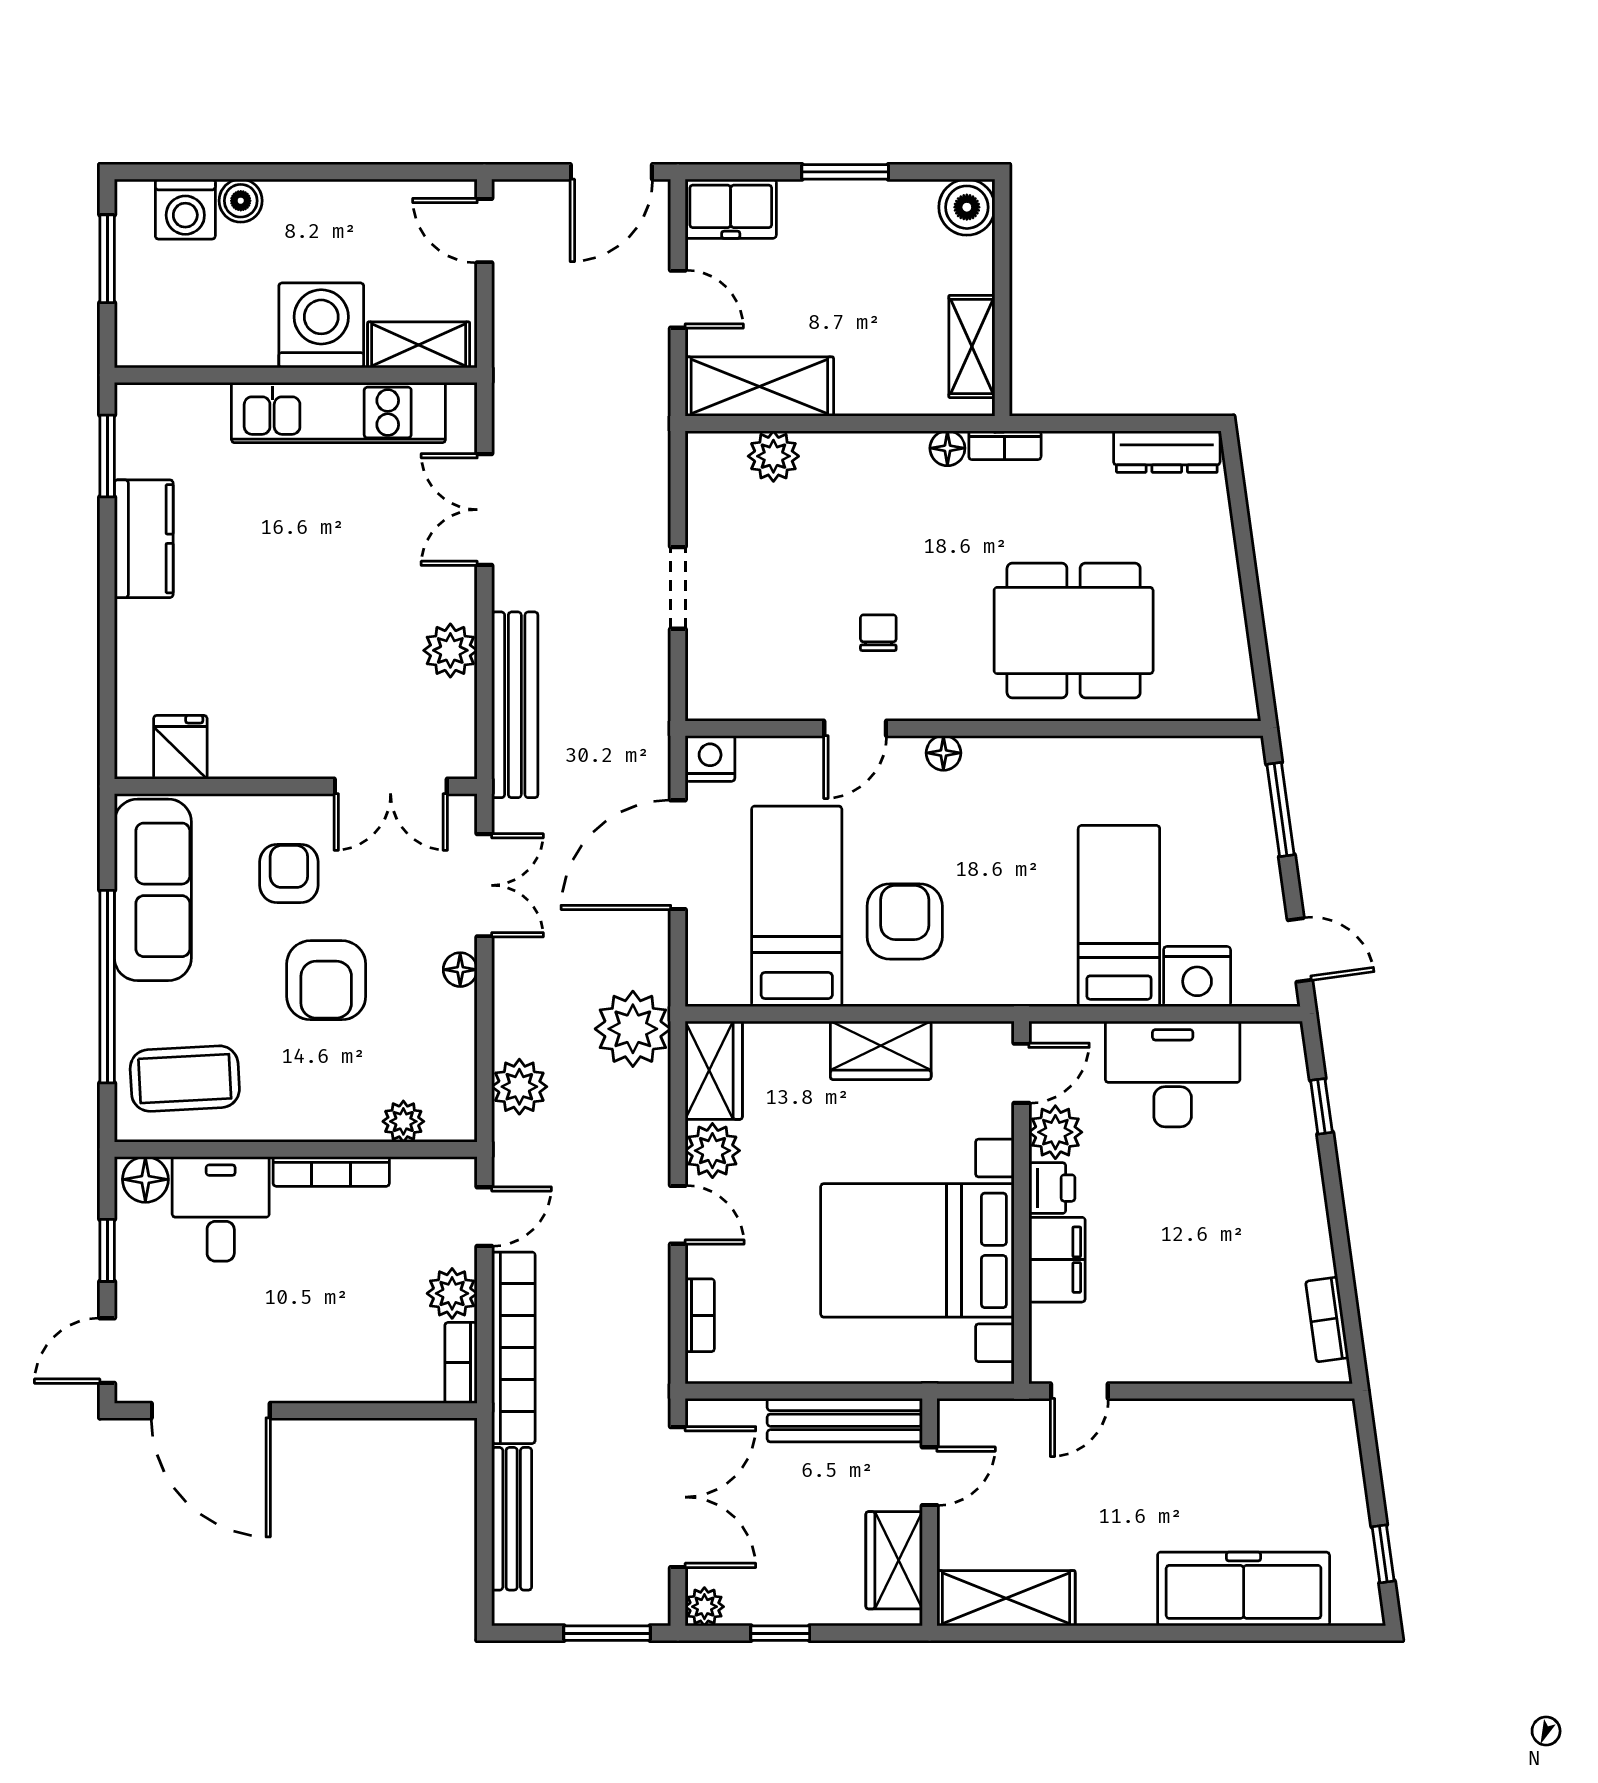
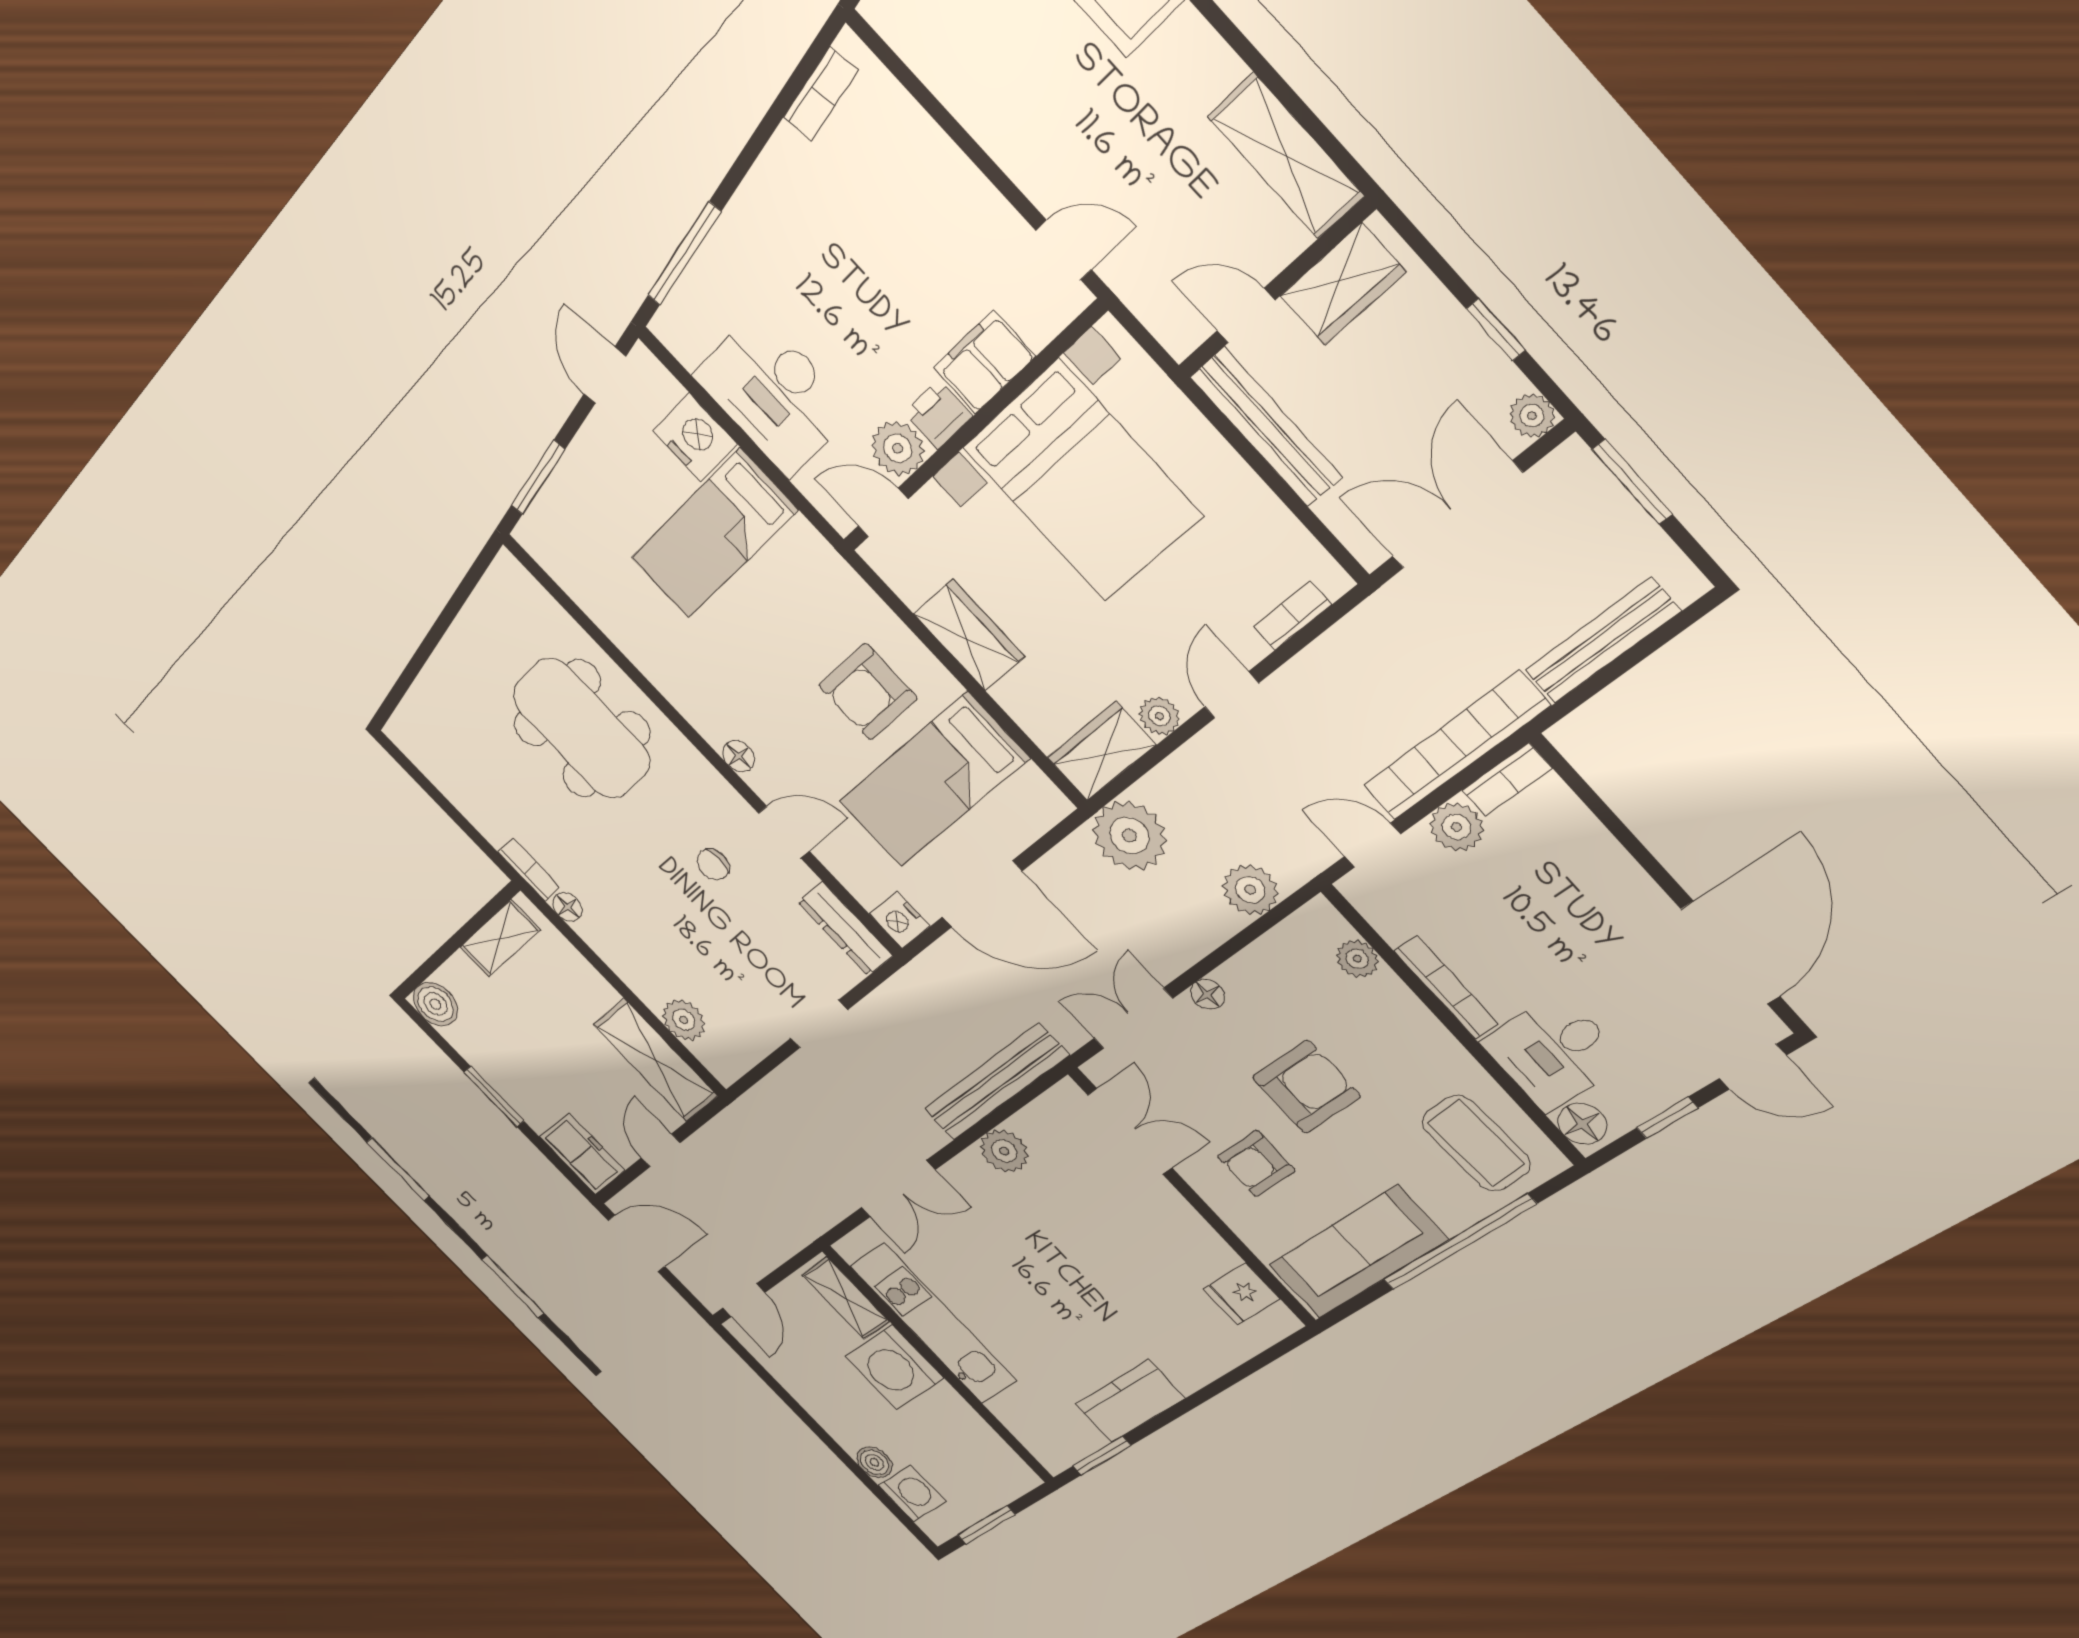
dresser: (1167, 452) -> (845, 929), moved, turned 180
window: (1321, 1106) -> (684, 254), width x2.17
plant: (712, 1151) -> (1159, 716), width x0.73, depth x0.73

